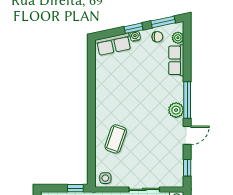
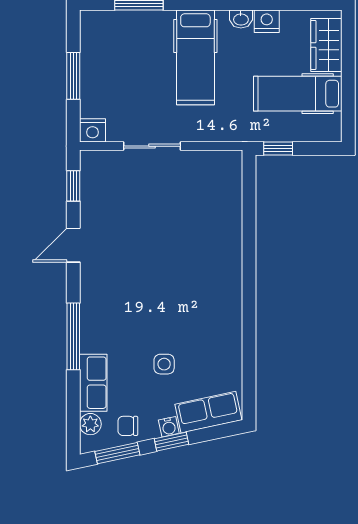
window: (187, 100) -> (73, 336), moved
plant: (176, 110) -> (94, 292), removed
coffee table: (116, 139) -> (204, 239), removed
side table: (105, 178) -> (164, 364), moved

